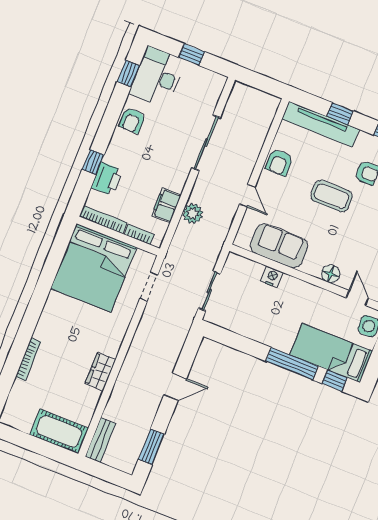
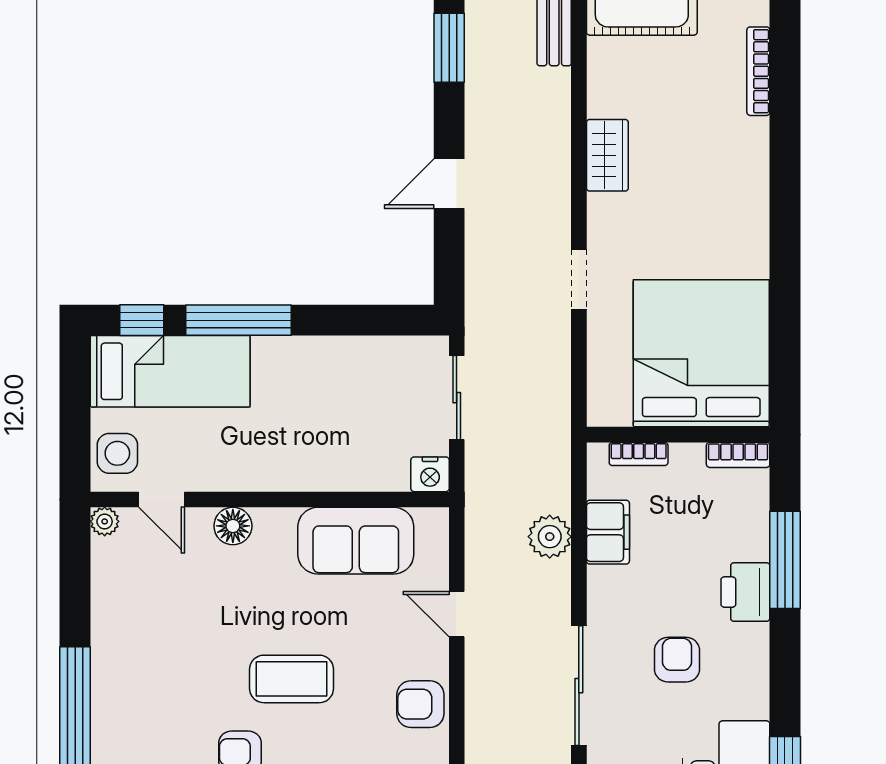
armchair: (132, 120) -> (677, 660), moved
window: (93, 162) -> (785, 560), width x2.17
armchair: (279, 162) -> (420, 704), turned -90
printer: (107, 179) -> (745, 592), moved
bookcase: (103, 220) -> (738, 455), width x0.64
nightstand: (272, 277) -> (430, 474), moved
doorway: (149, 287) -> (579, 279), moved
bookcase: (28, 359) -> (758, 71), moved

